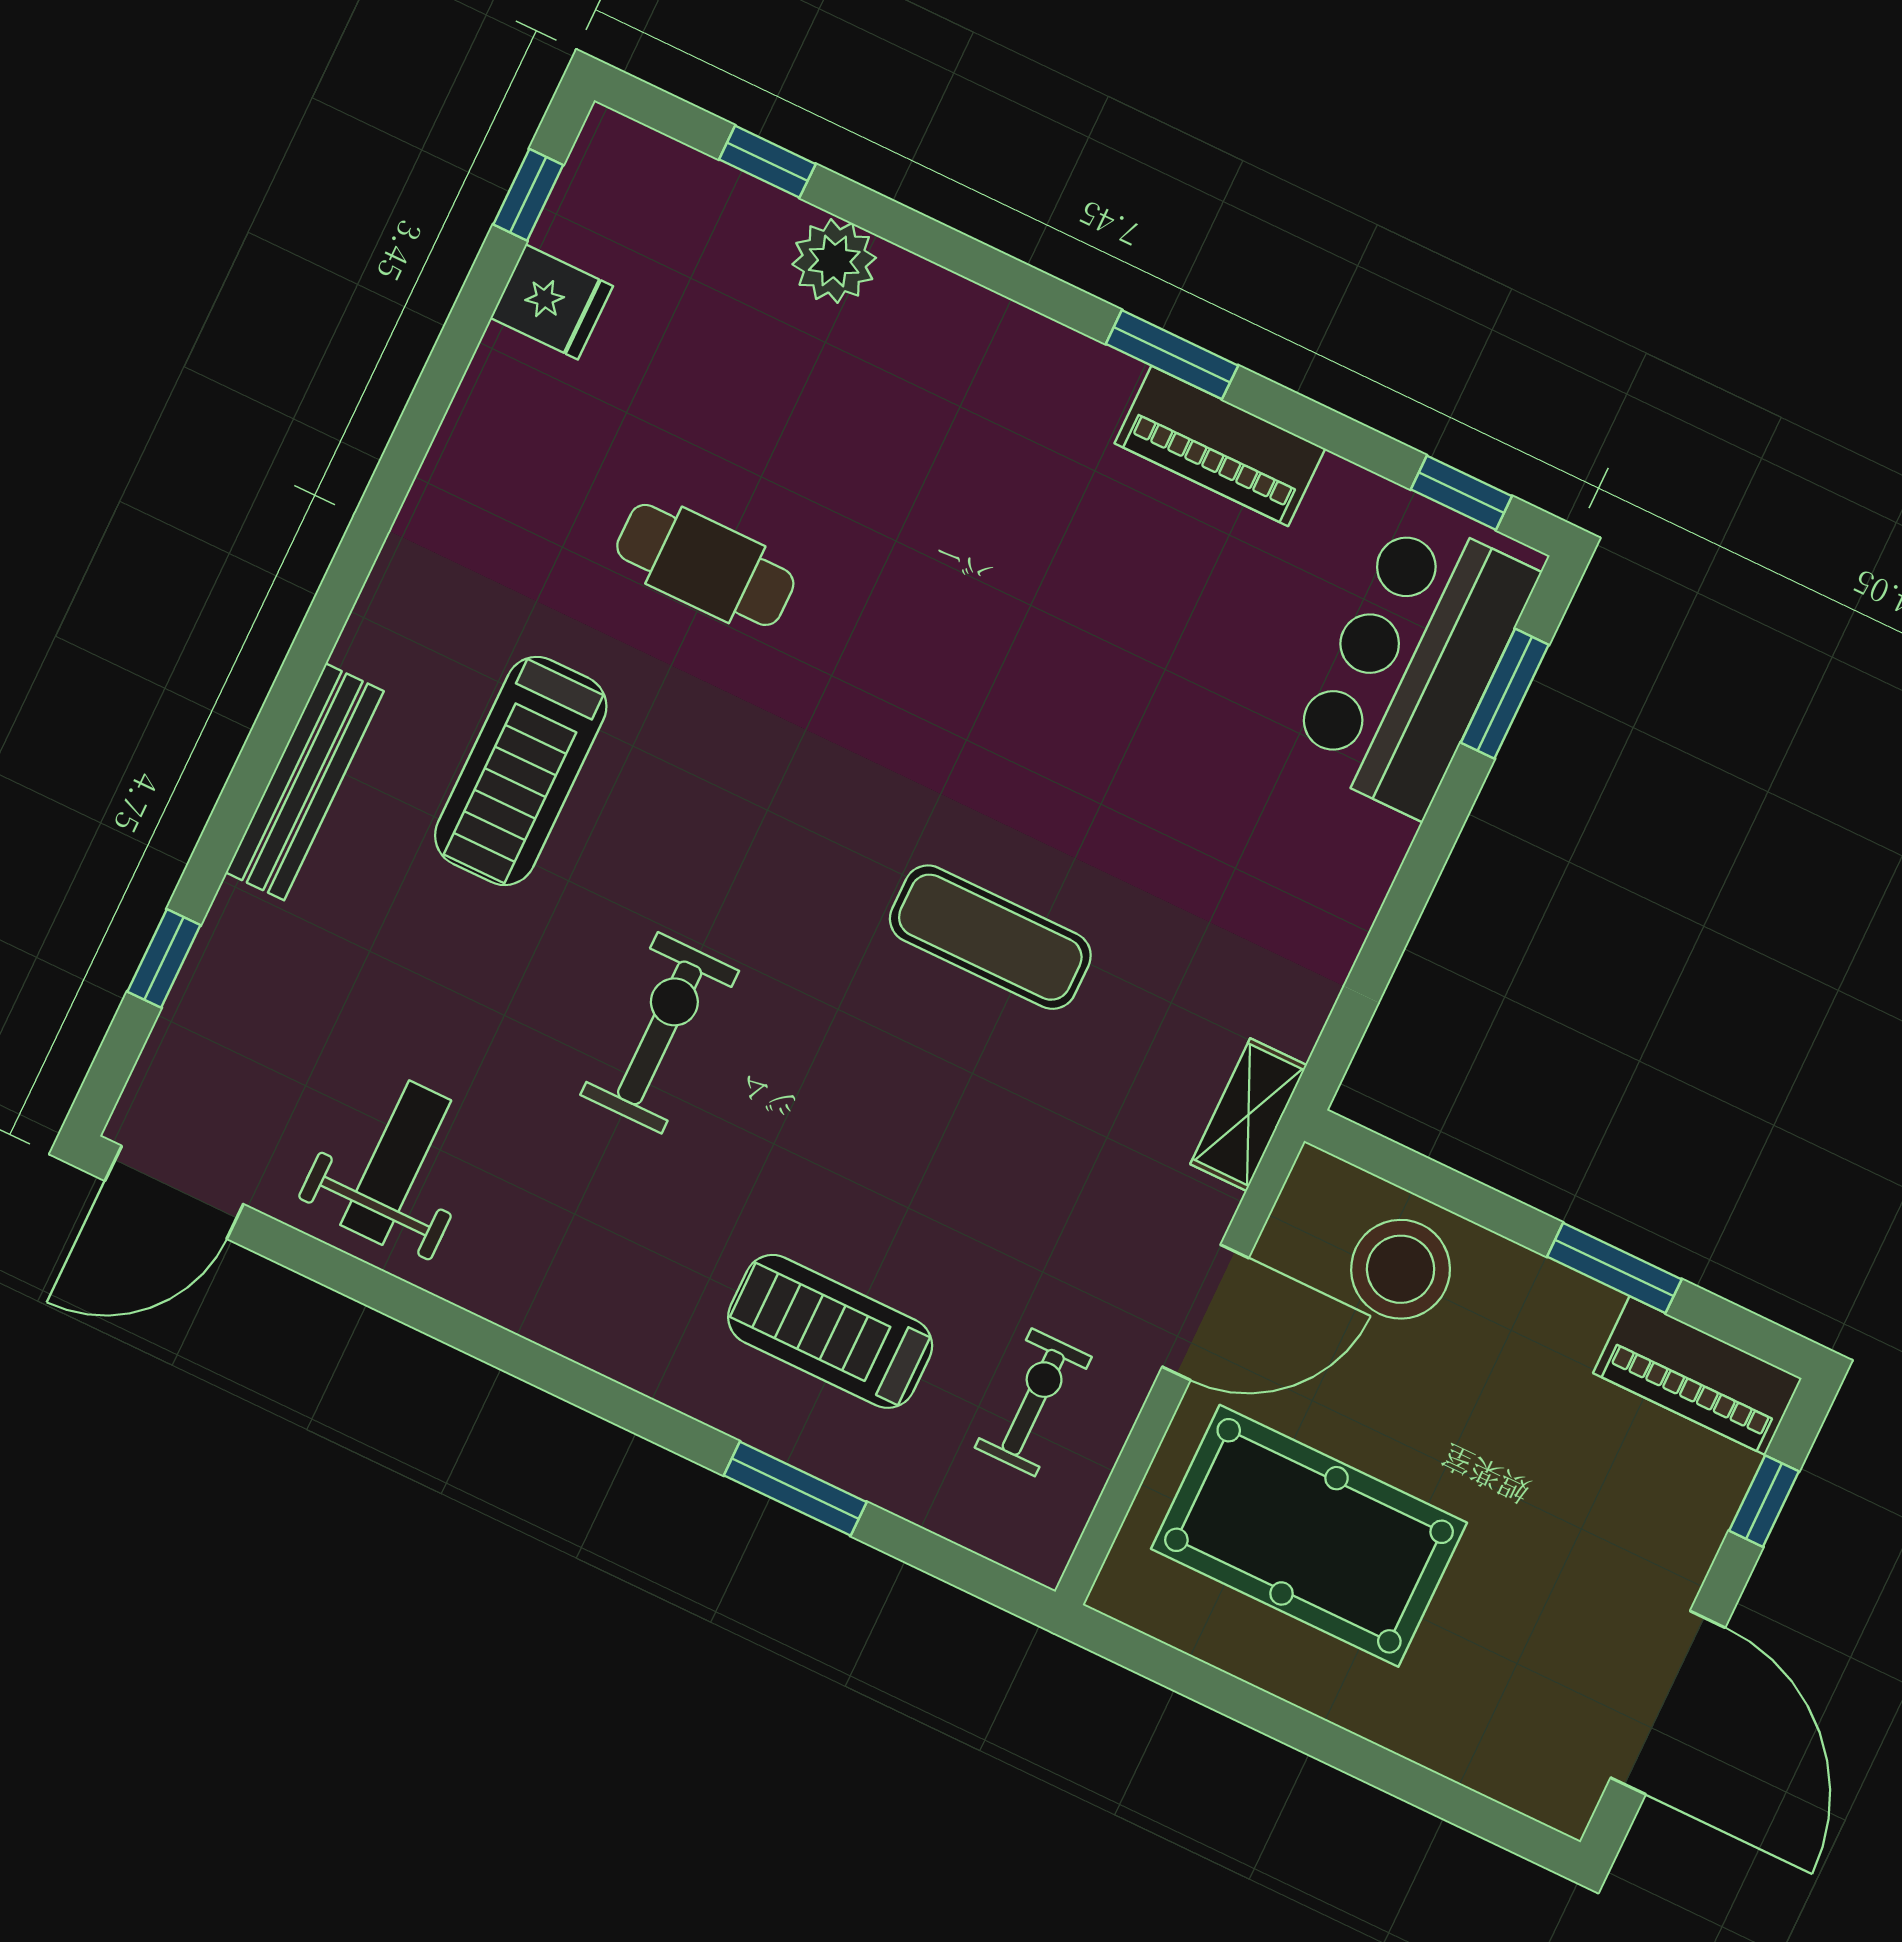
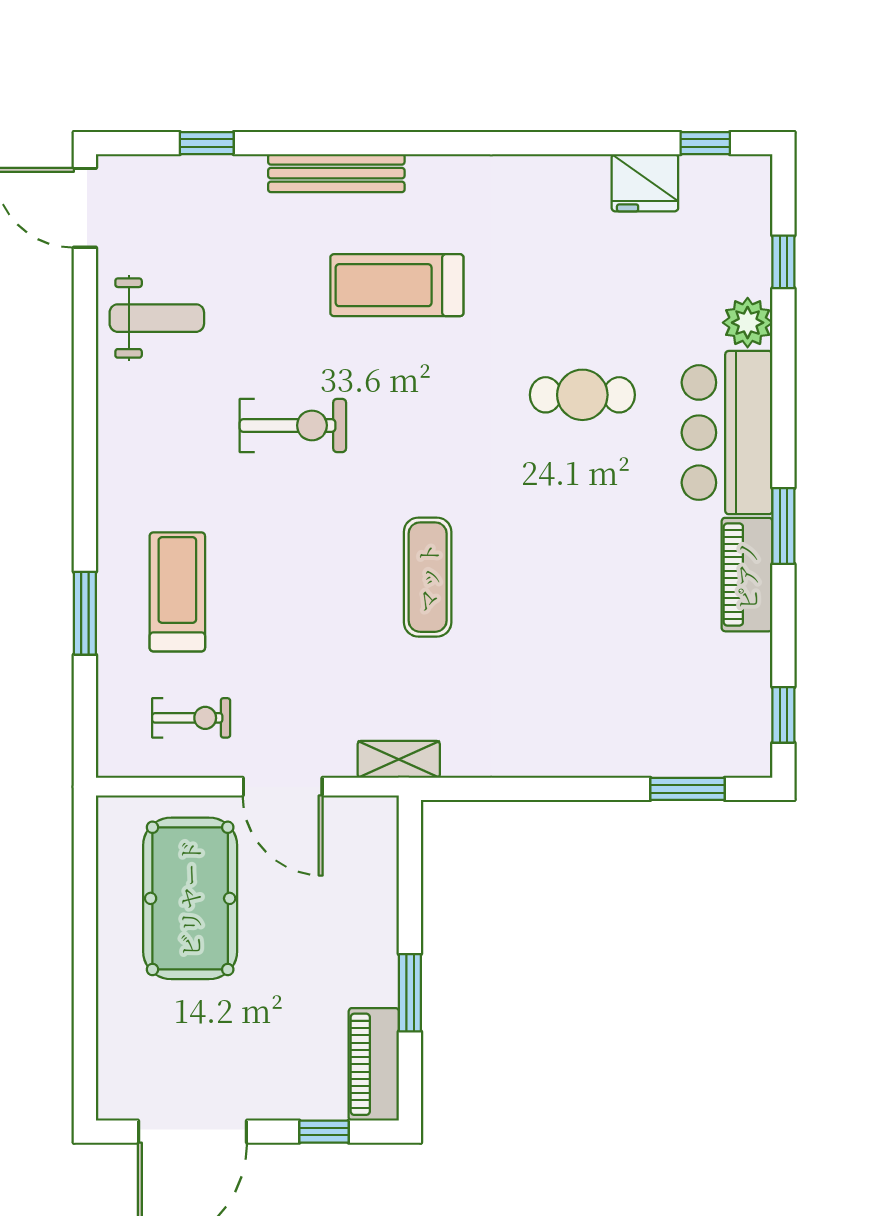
fridge: (552, 302) -> (645, 183), width x1.38
cafe table: (705, 565) -> (582, 395), moved, turned 90
bar counter: (1413, 664) -> (727, 433), moved, turned -90
stool: (1401, 1269) -> (355, 879), removed

